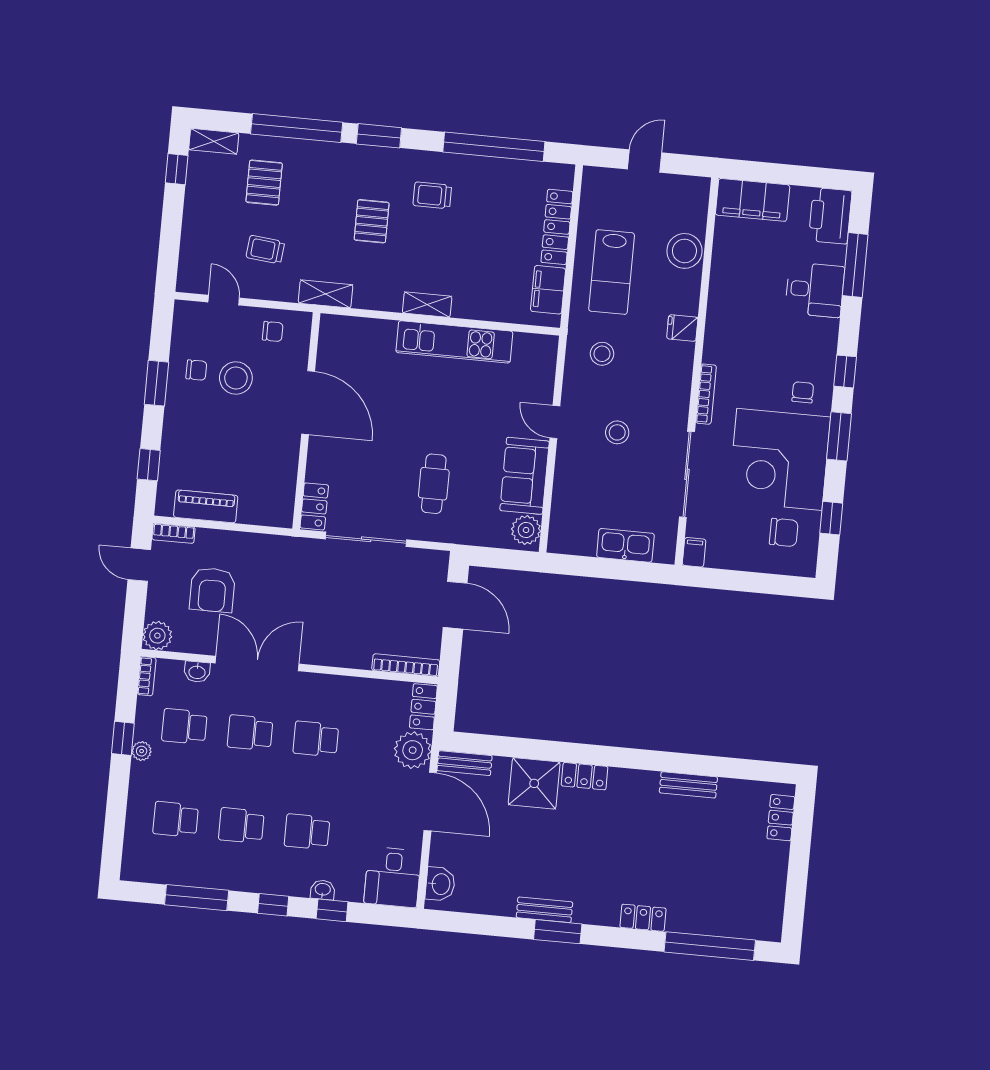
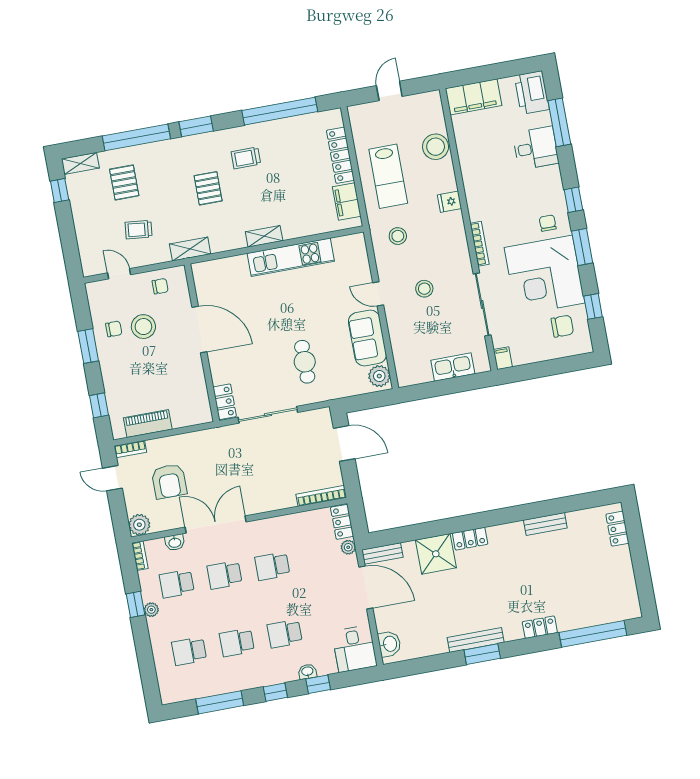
plant: (413, 750) -> (348, 547), width x0.53, depth x0.53
bench: (544, 910) -> (476, 640), width x1.36

